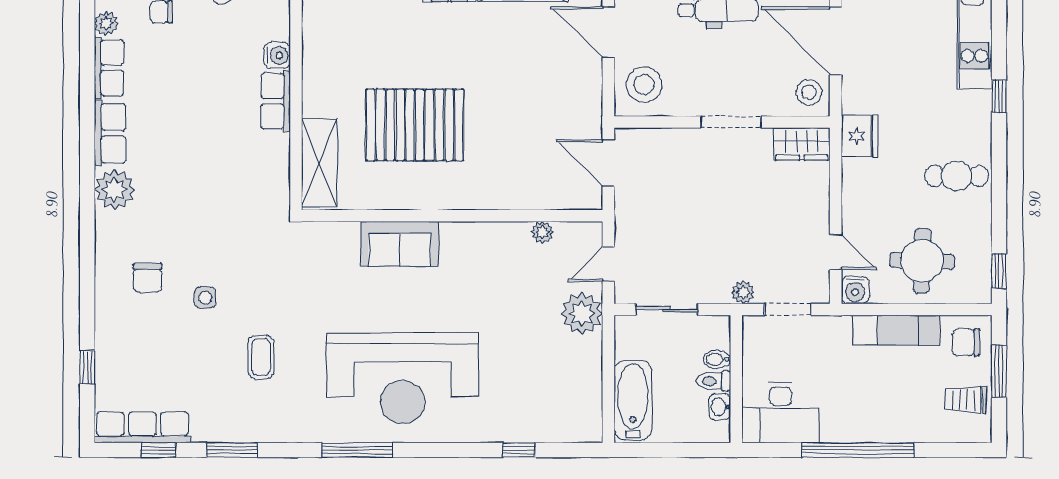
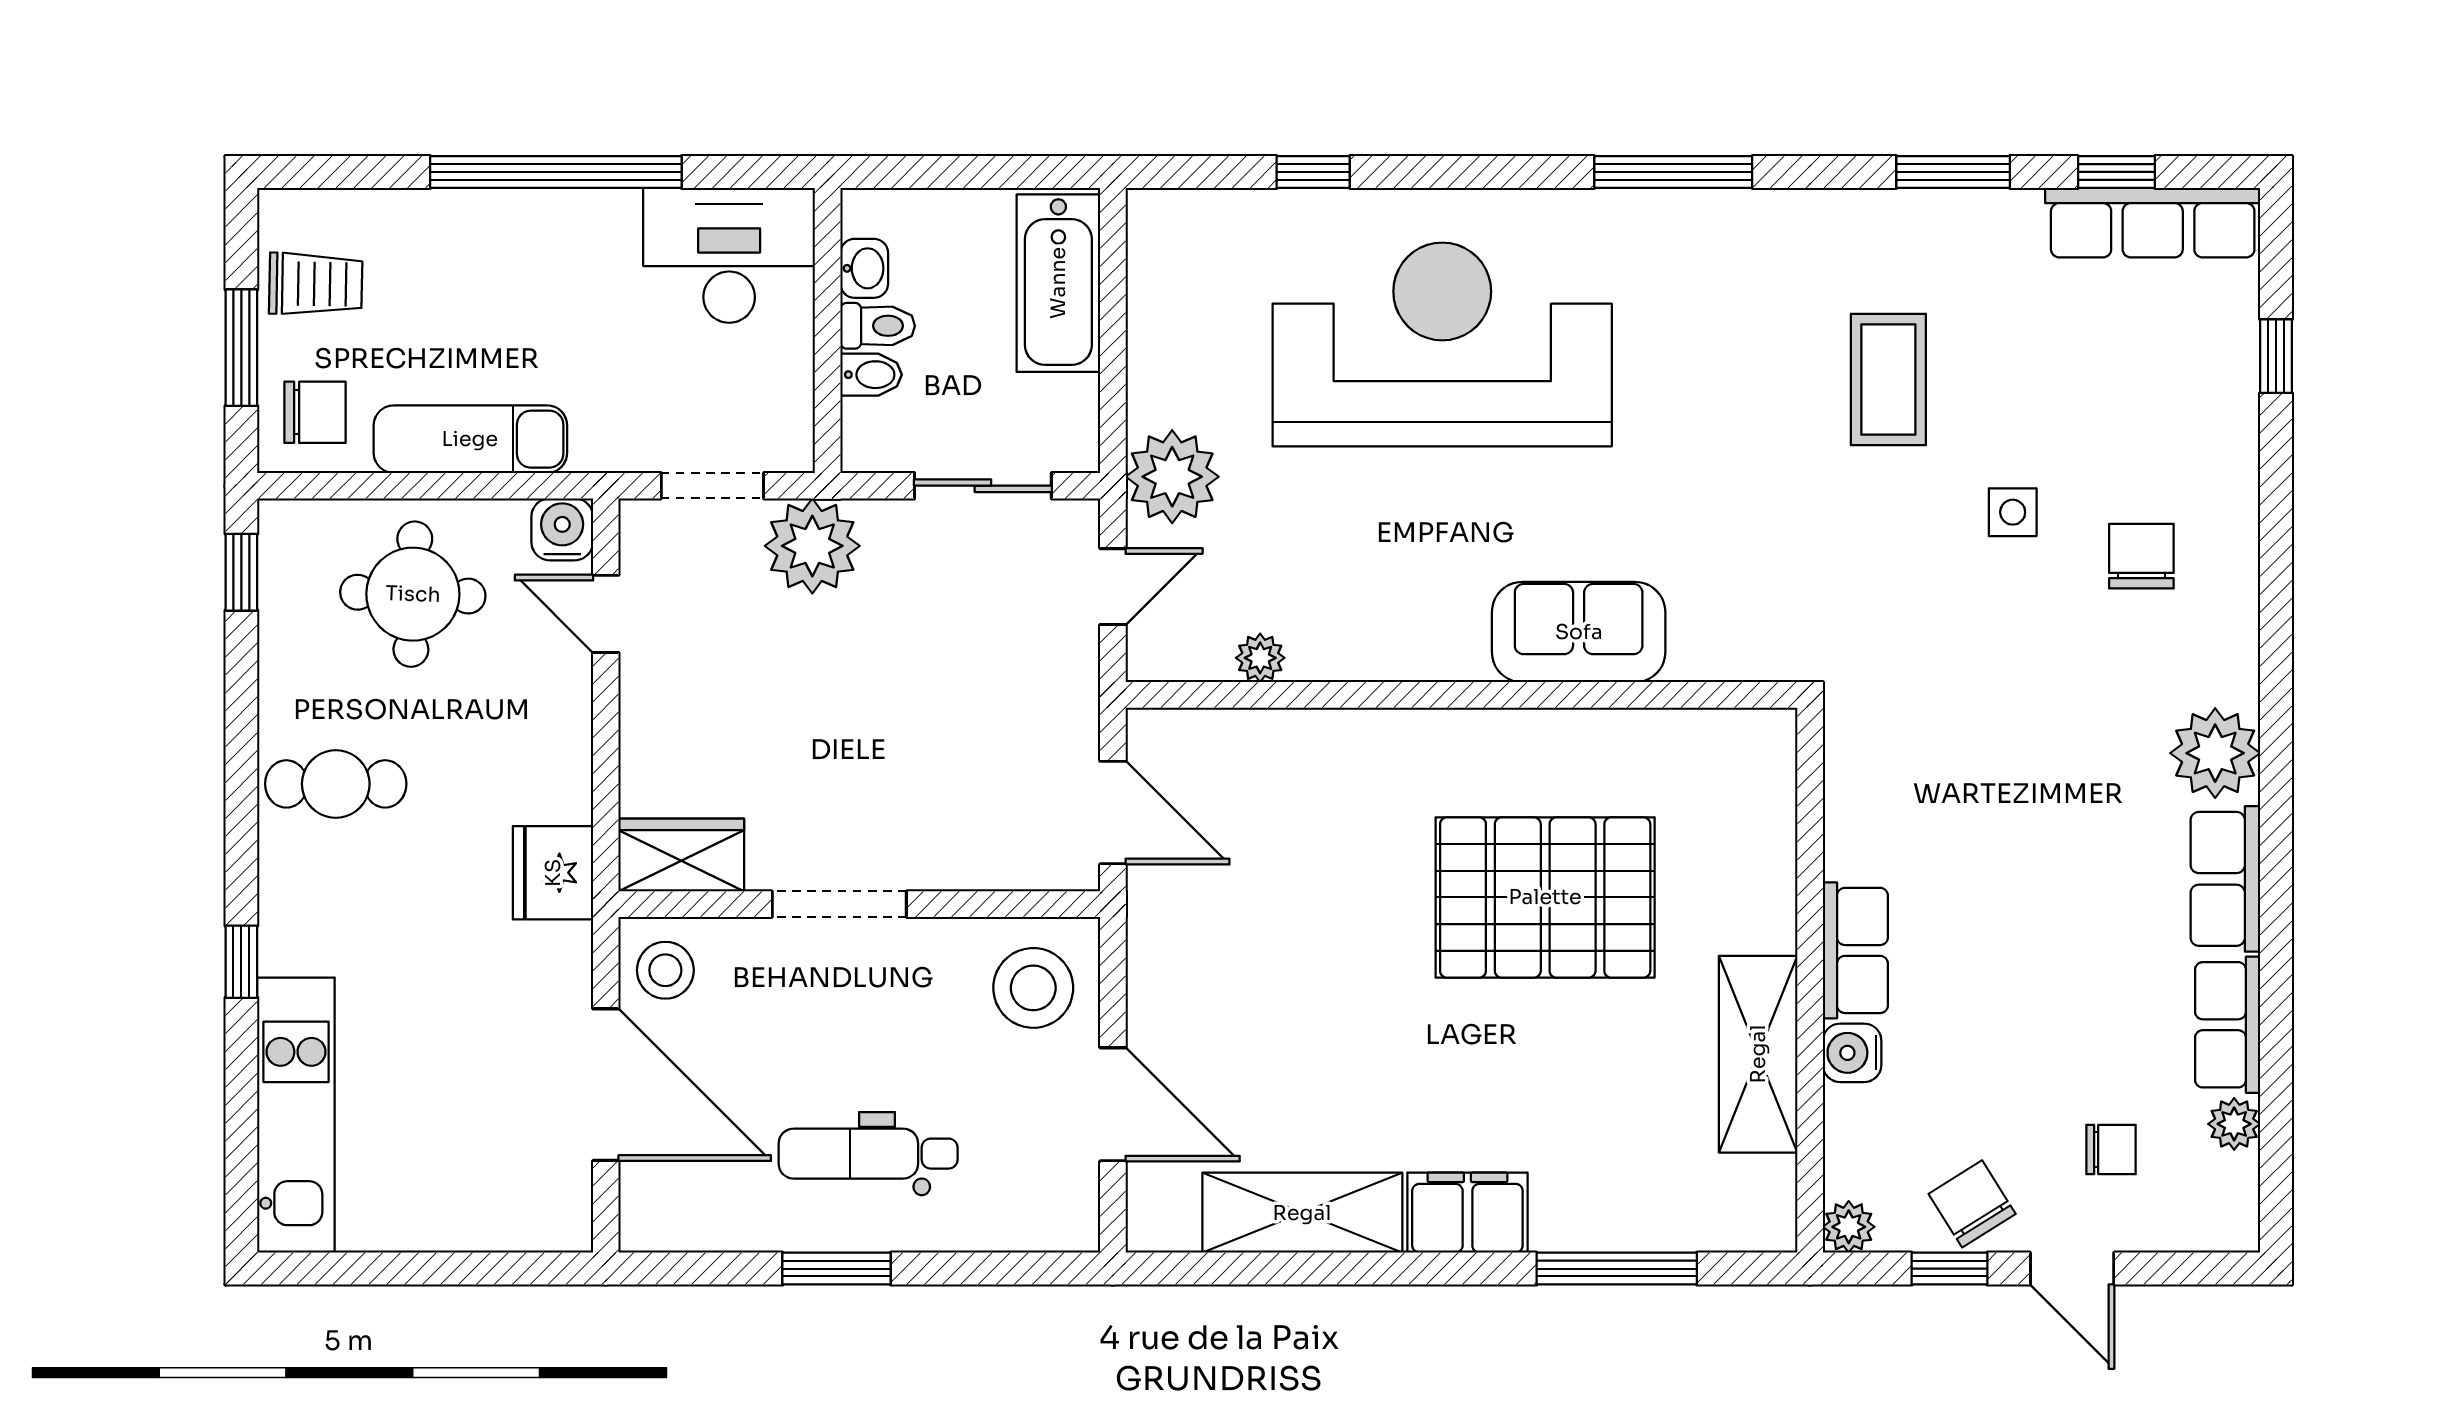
shelving: (319, 163) -> (1758, 1054), moved
plant: (743, 292) -> (812, 546), width x1.87, depth x1.87
coffee table: (261, 357) -> (1888, 379), width x1.36, depth x1.30
reception desk: (402, 378) -> (1442, 344), moved

